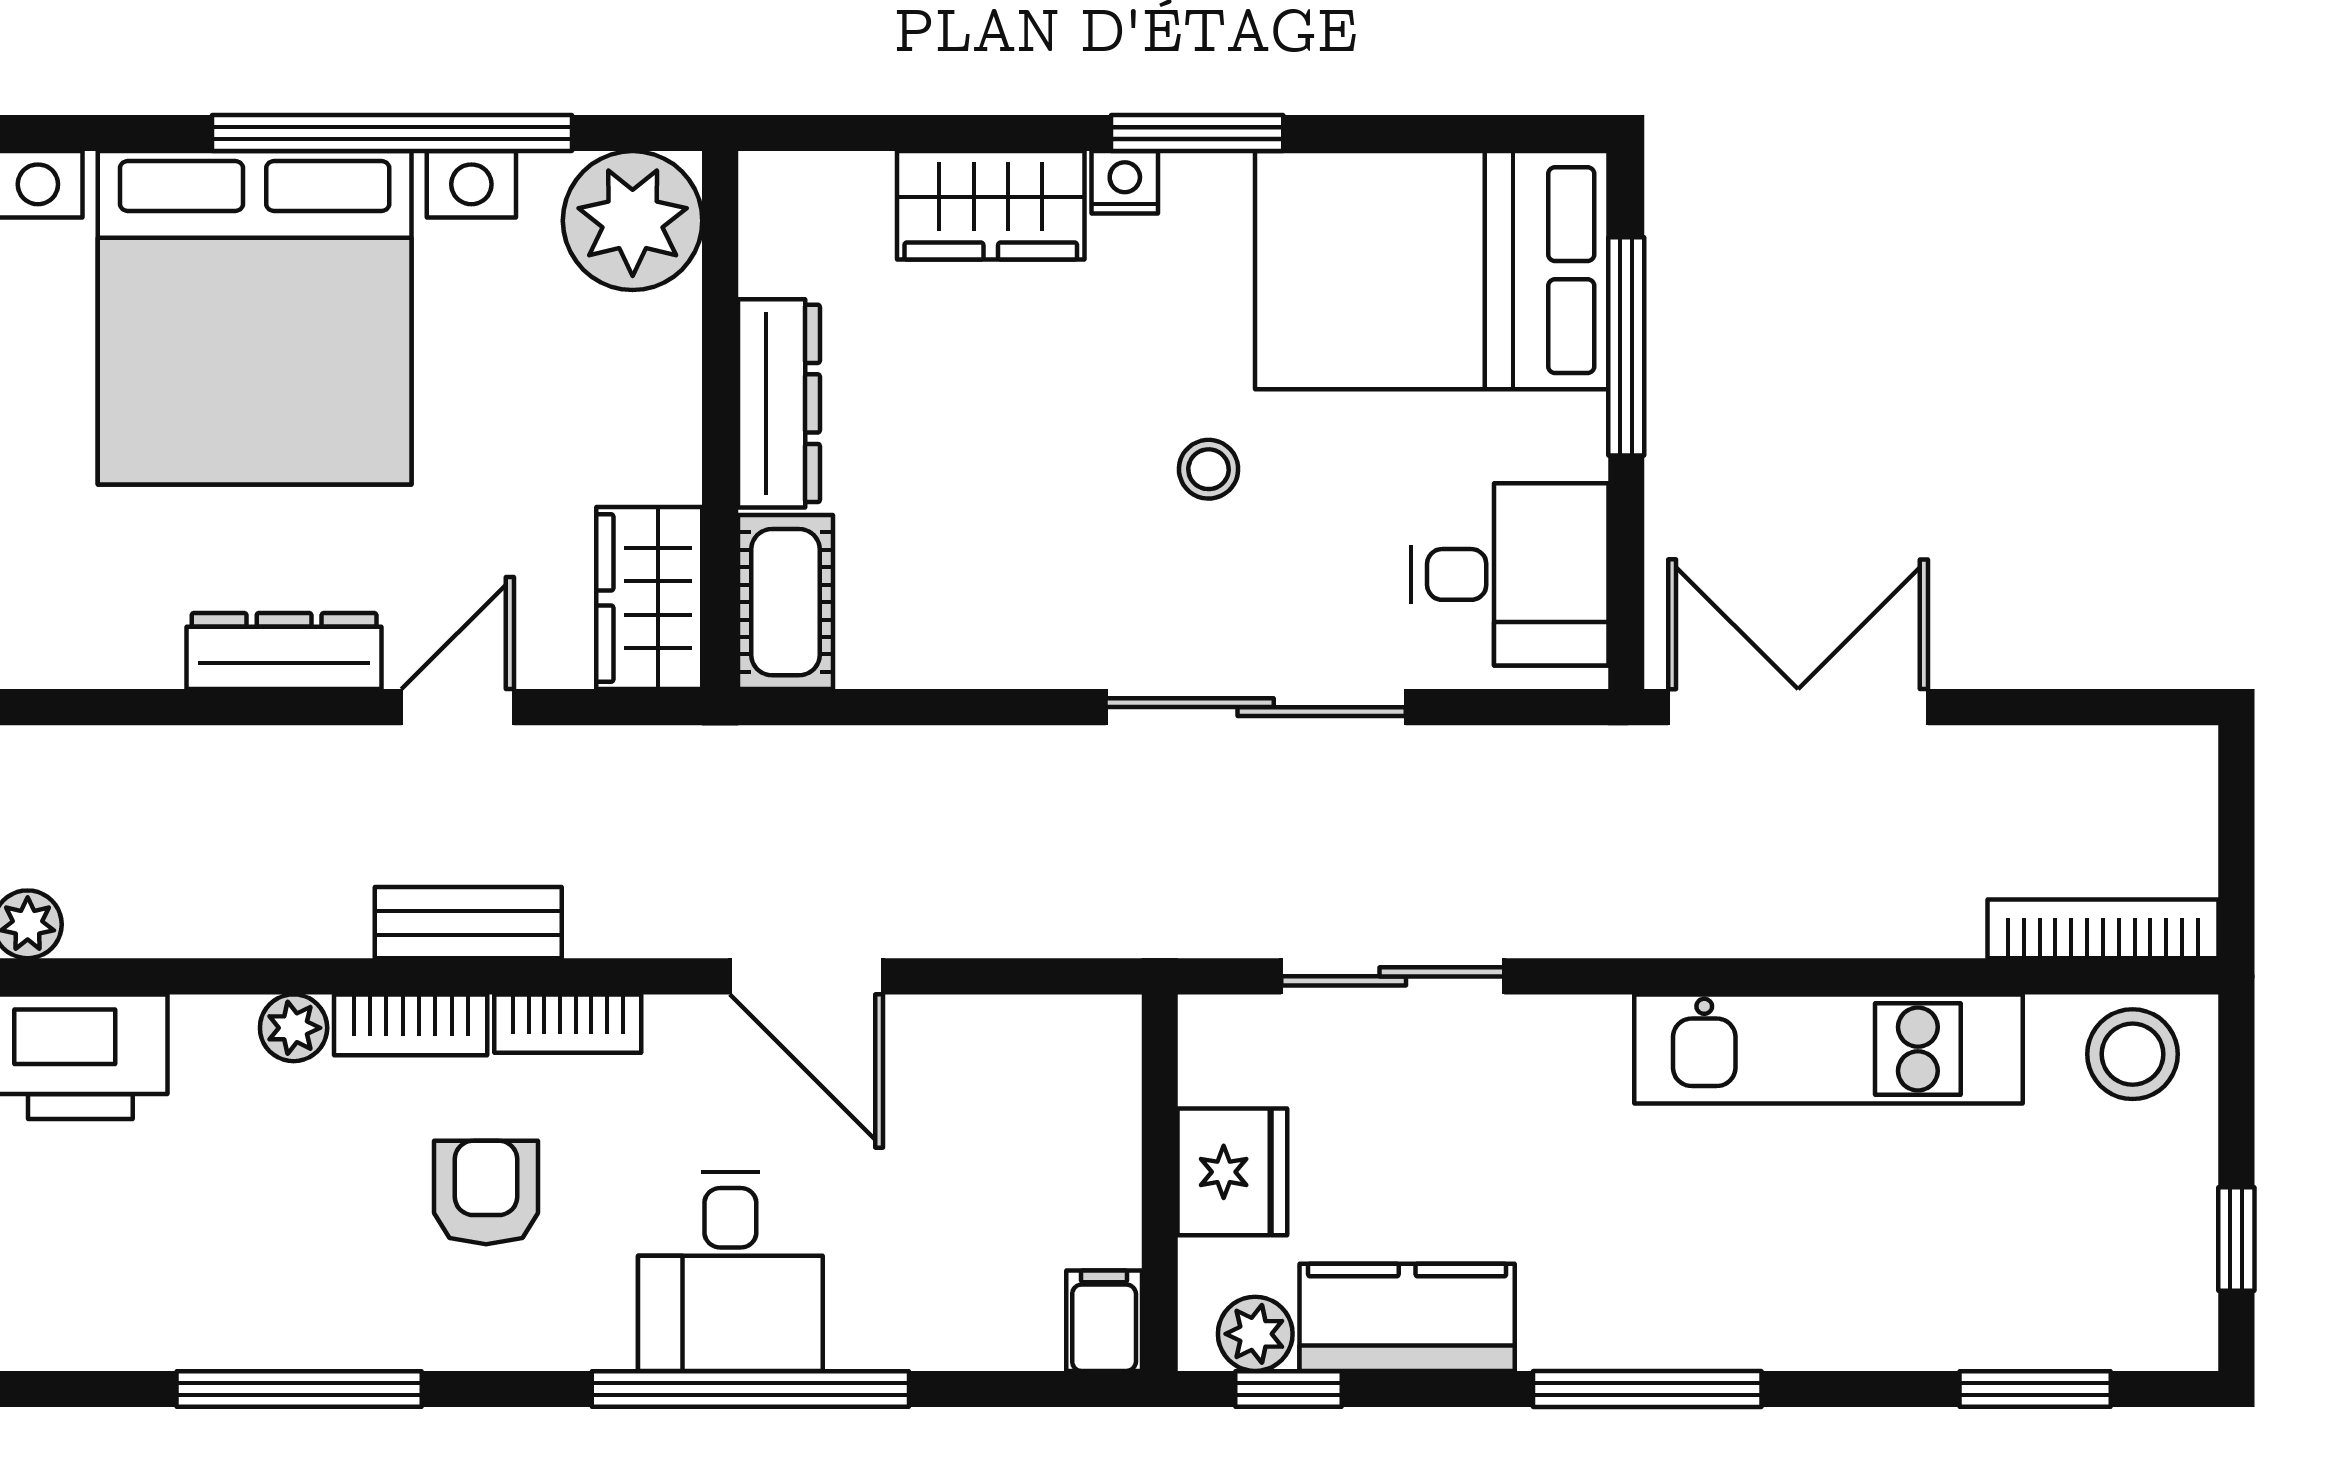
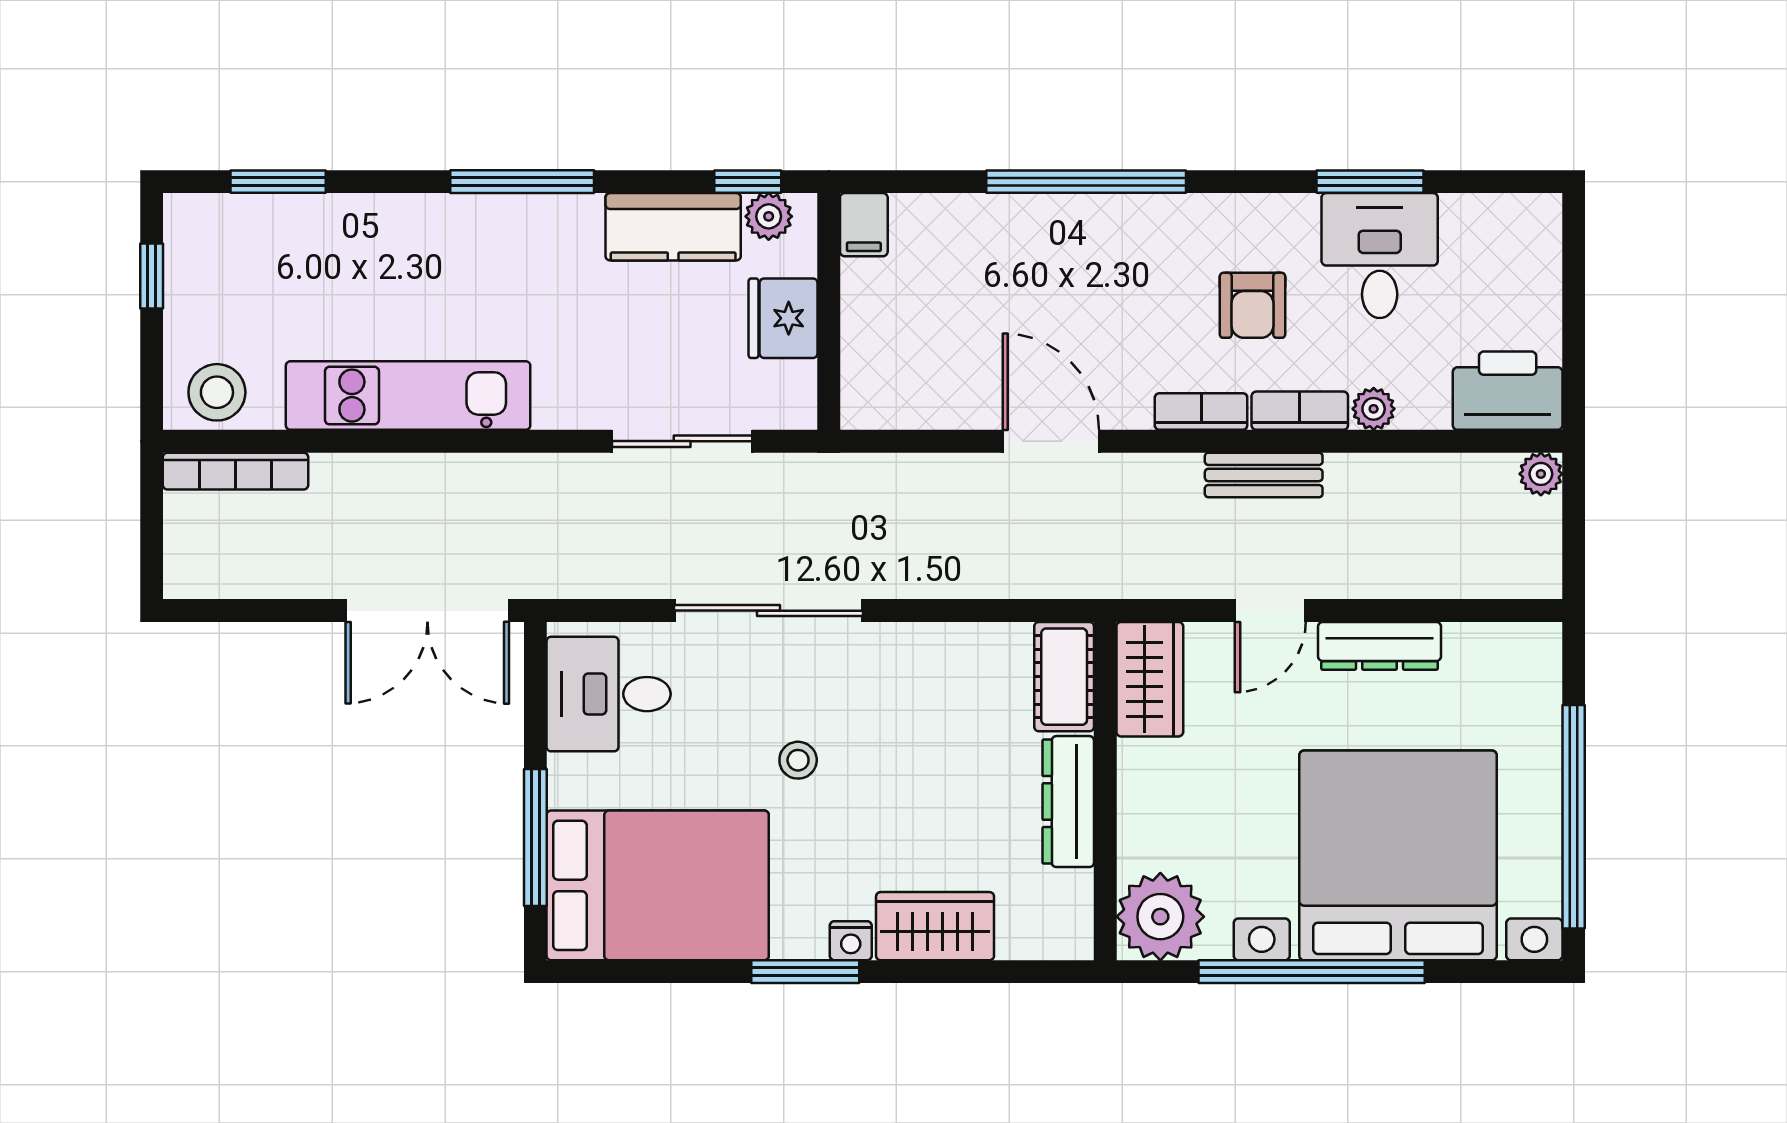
desk: (730, 1272) -> (1380, 256), moved
window: (299, 1389) -> (1370, 182), width x0.69

